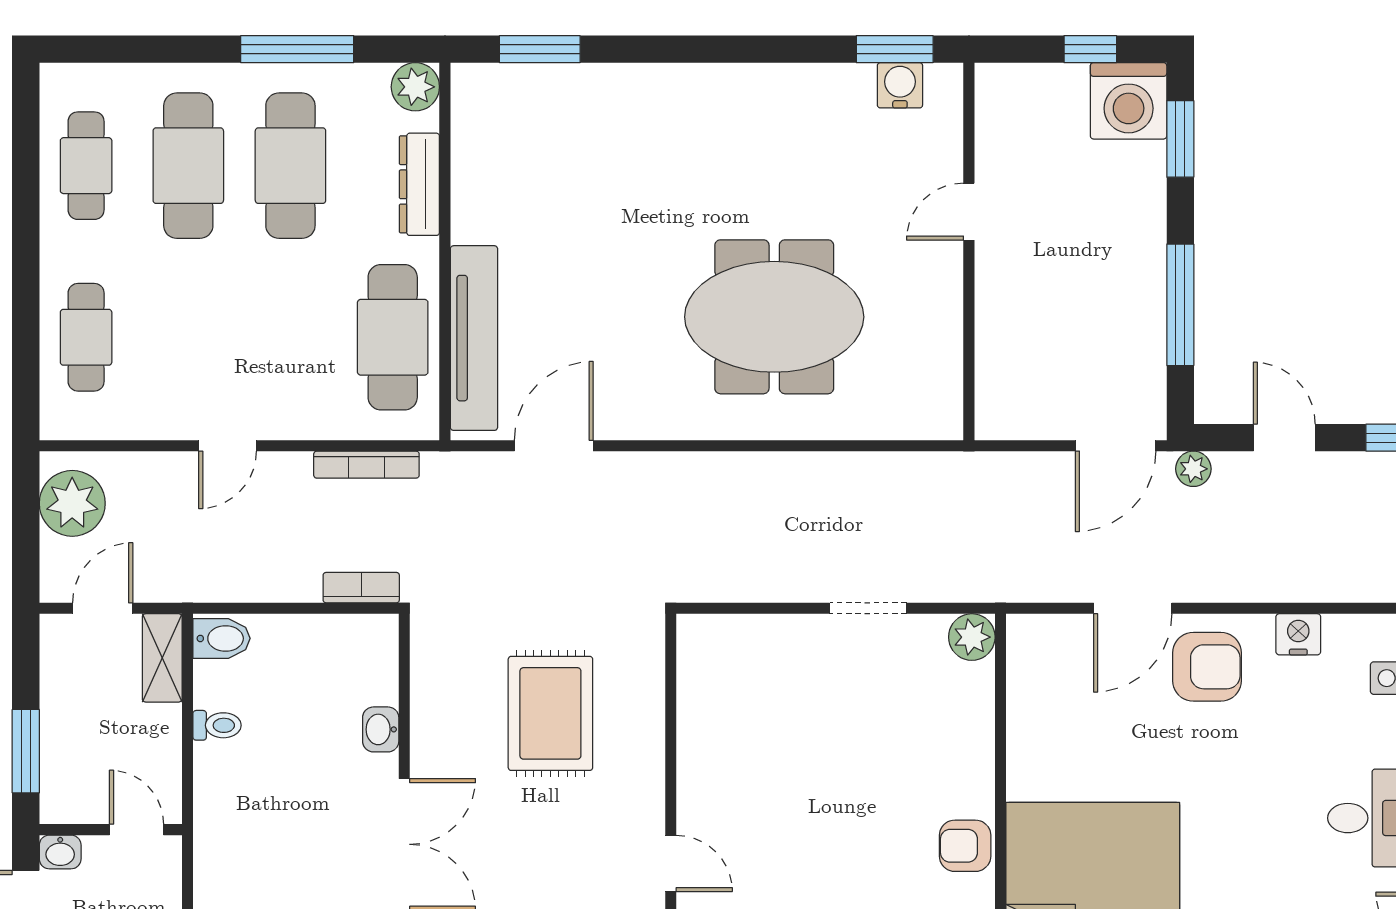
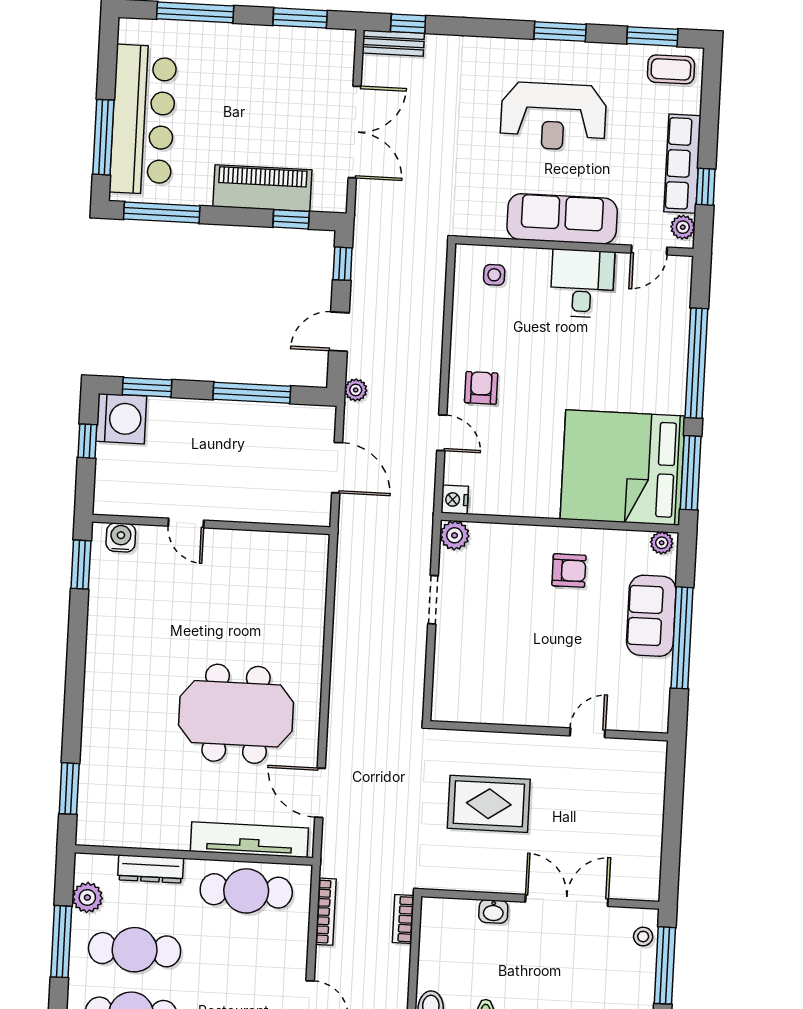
water cooler: (900, 85) -> (121, 537), moved, turned 90
plant: (415, 87) -> (87, 897), moved
meeting table: (774, 317) -> (236, 714), moved, turned 90
door: (1116, 446) -> (337, 468), moved
door: (1133, 608) -> (442, 433), width x0.73
nightstand: (1298, 634) -> (455, 500), moved
armchair: (1207, 667) -> (481, 388), width x0.72, depth x0.72
armchair: (965, 846) -> (569, 571), moved, turned -90

